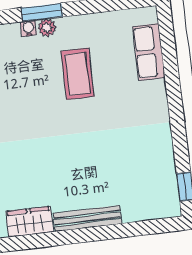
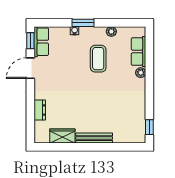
plant: (47, 28) -> (111, 32), moved
plant: (157, 90) -> (141, 73), added

